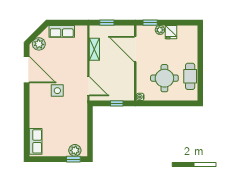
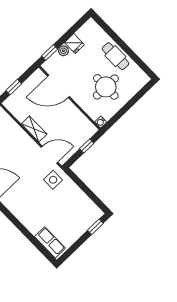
shelving: (94, 49) -> (34, 129), moved
cafe table: (190, 76) -> (115, 56), moved
side table: (57, 91) -> (53, 180), moved
plant: (75, 150) -> (90, 218), removed

